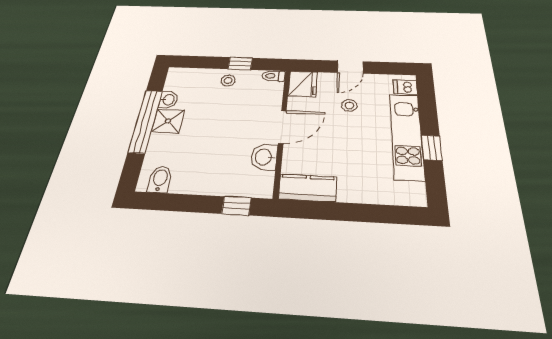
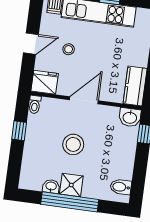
door: (350, 67) -> (31, 44), hinge flipped
stool: (228, 81) -> (73, 144), moved, width x1.89, depth x1.89
door: (282, 127) -> (84, 100), hinge flipped
washbasin: (264, 157) -> (130, 117), moved

